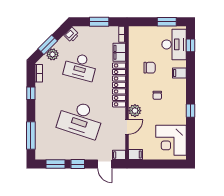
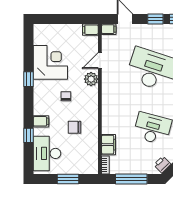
window: (99, 22) -> (131, 179), width x1.44
window: (167, 22) -> (68, 179), moved
window: (191, 45) -> (28, 135), moved
locker: (119, 85) -> (109, 108), removed
corner desk: (171, 140) -> (50, 62), moved

